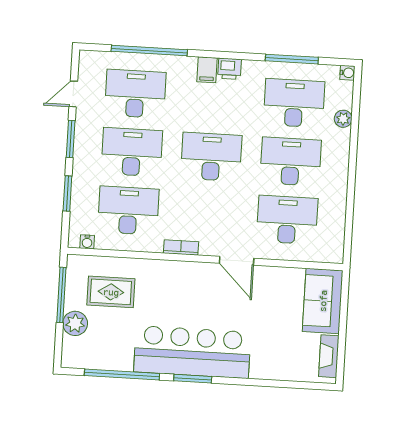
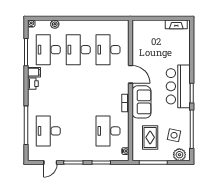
filing cabinet: (207, 70) -> (34, 72), moved
door: (73, 94) -> (50, 163), hinge flipped
desk: (132, 152) -> (78, 131), removed
desk: (211, 157) -> (78, 90), removed
door: (237, 261) -> (130, 74), hinge flipped
sofa: (323, 301) -> (141, 102), moved, turned -90
plant: (75, 323) -> (179, 155), moved
side table: (112, 339) -> (174, 135), added
bar counter: (192, 352) -> (178, 86), width x0.73

